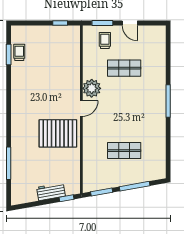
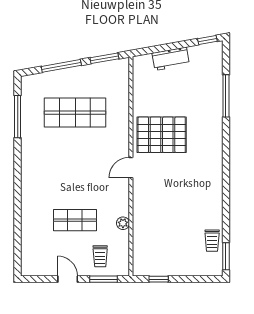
window: (9, 54) -> (226, 256), moved
plant: (92, 88) -> (123, 223), moved, width x0.53, depth x0.53
window: (168, 101) -> (18, 117), moved
shop shelf: (124, 151) -> (75, 113), width x1.43, depth x1.36
window: (67, 198) -> (207, 40), moved

